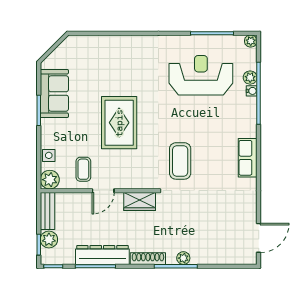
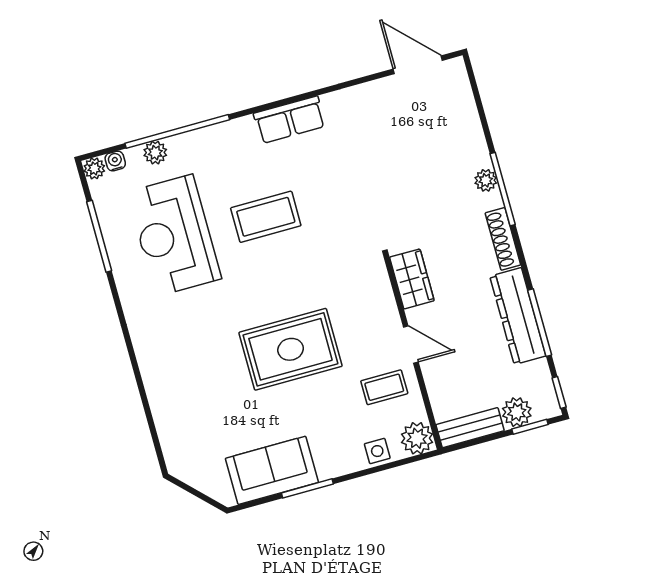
water cooler: (252, 91) -> (115, 161), moved
coffee table: (180, 161) -> (266, 217), moved

